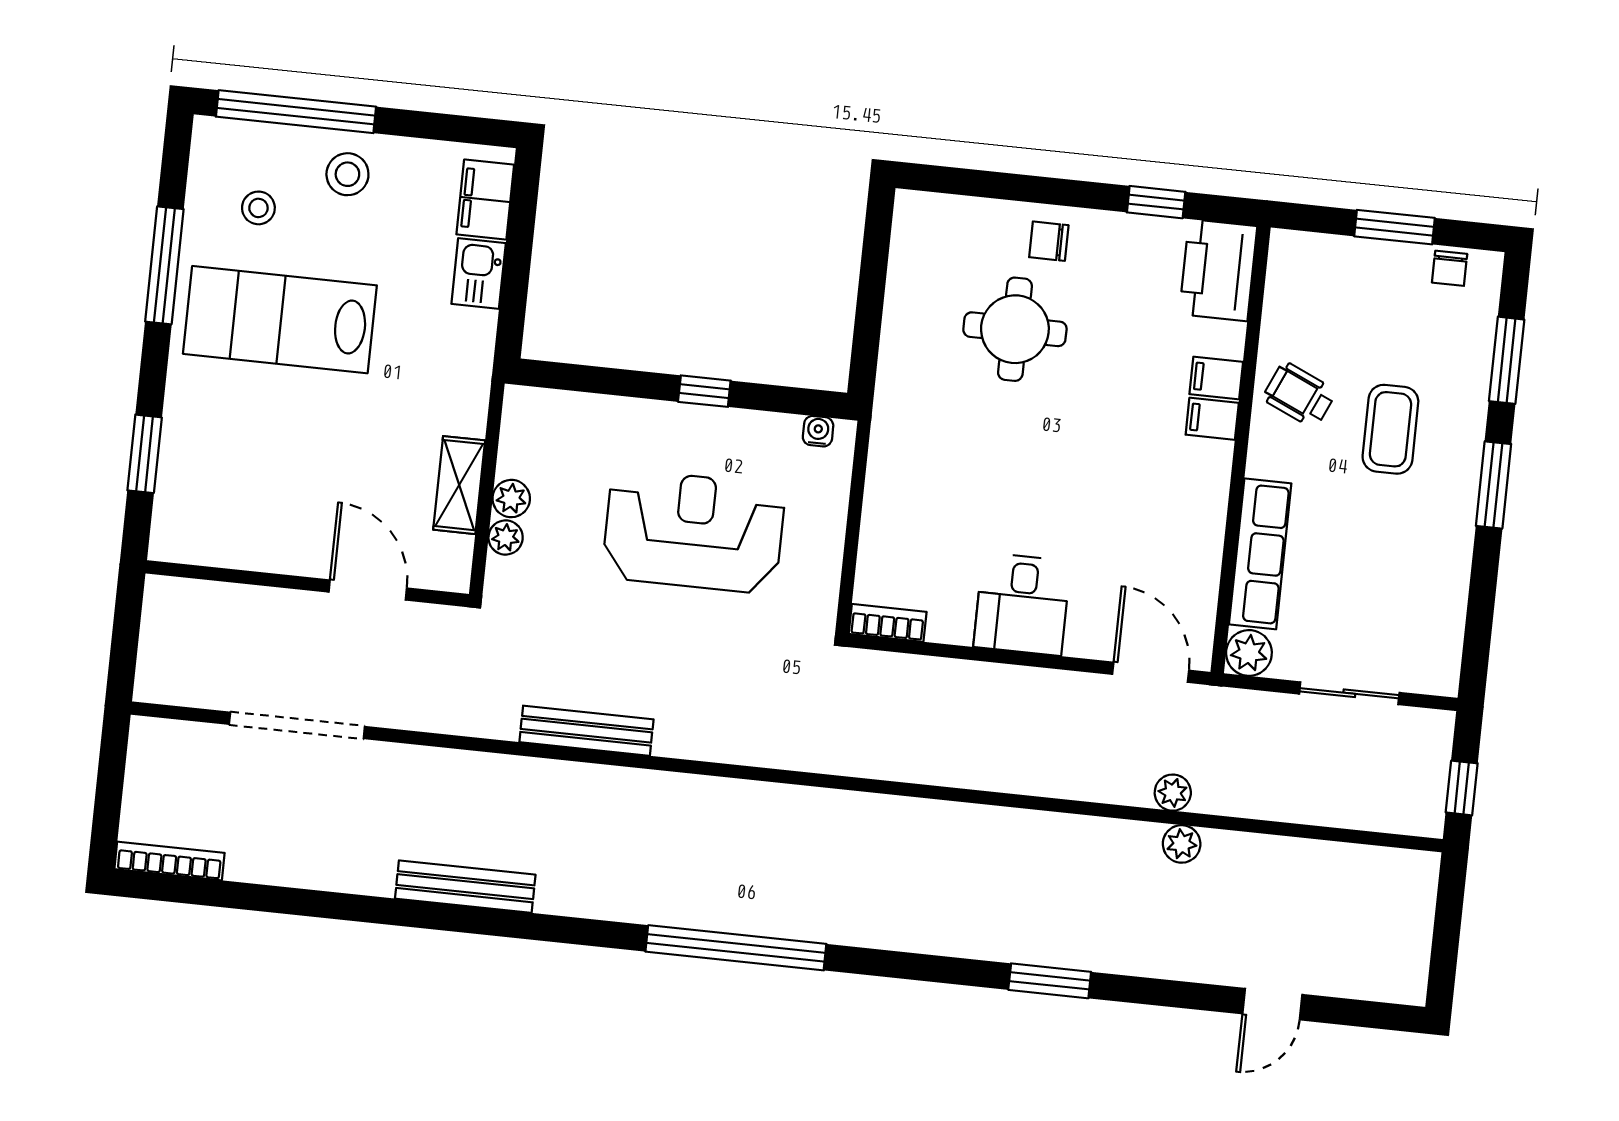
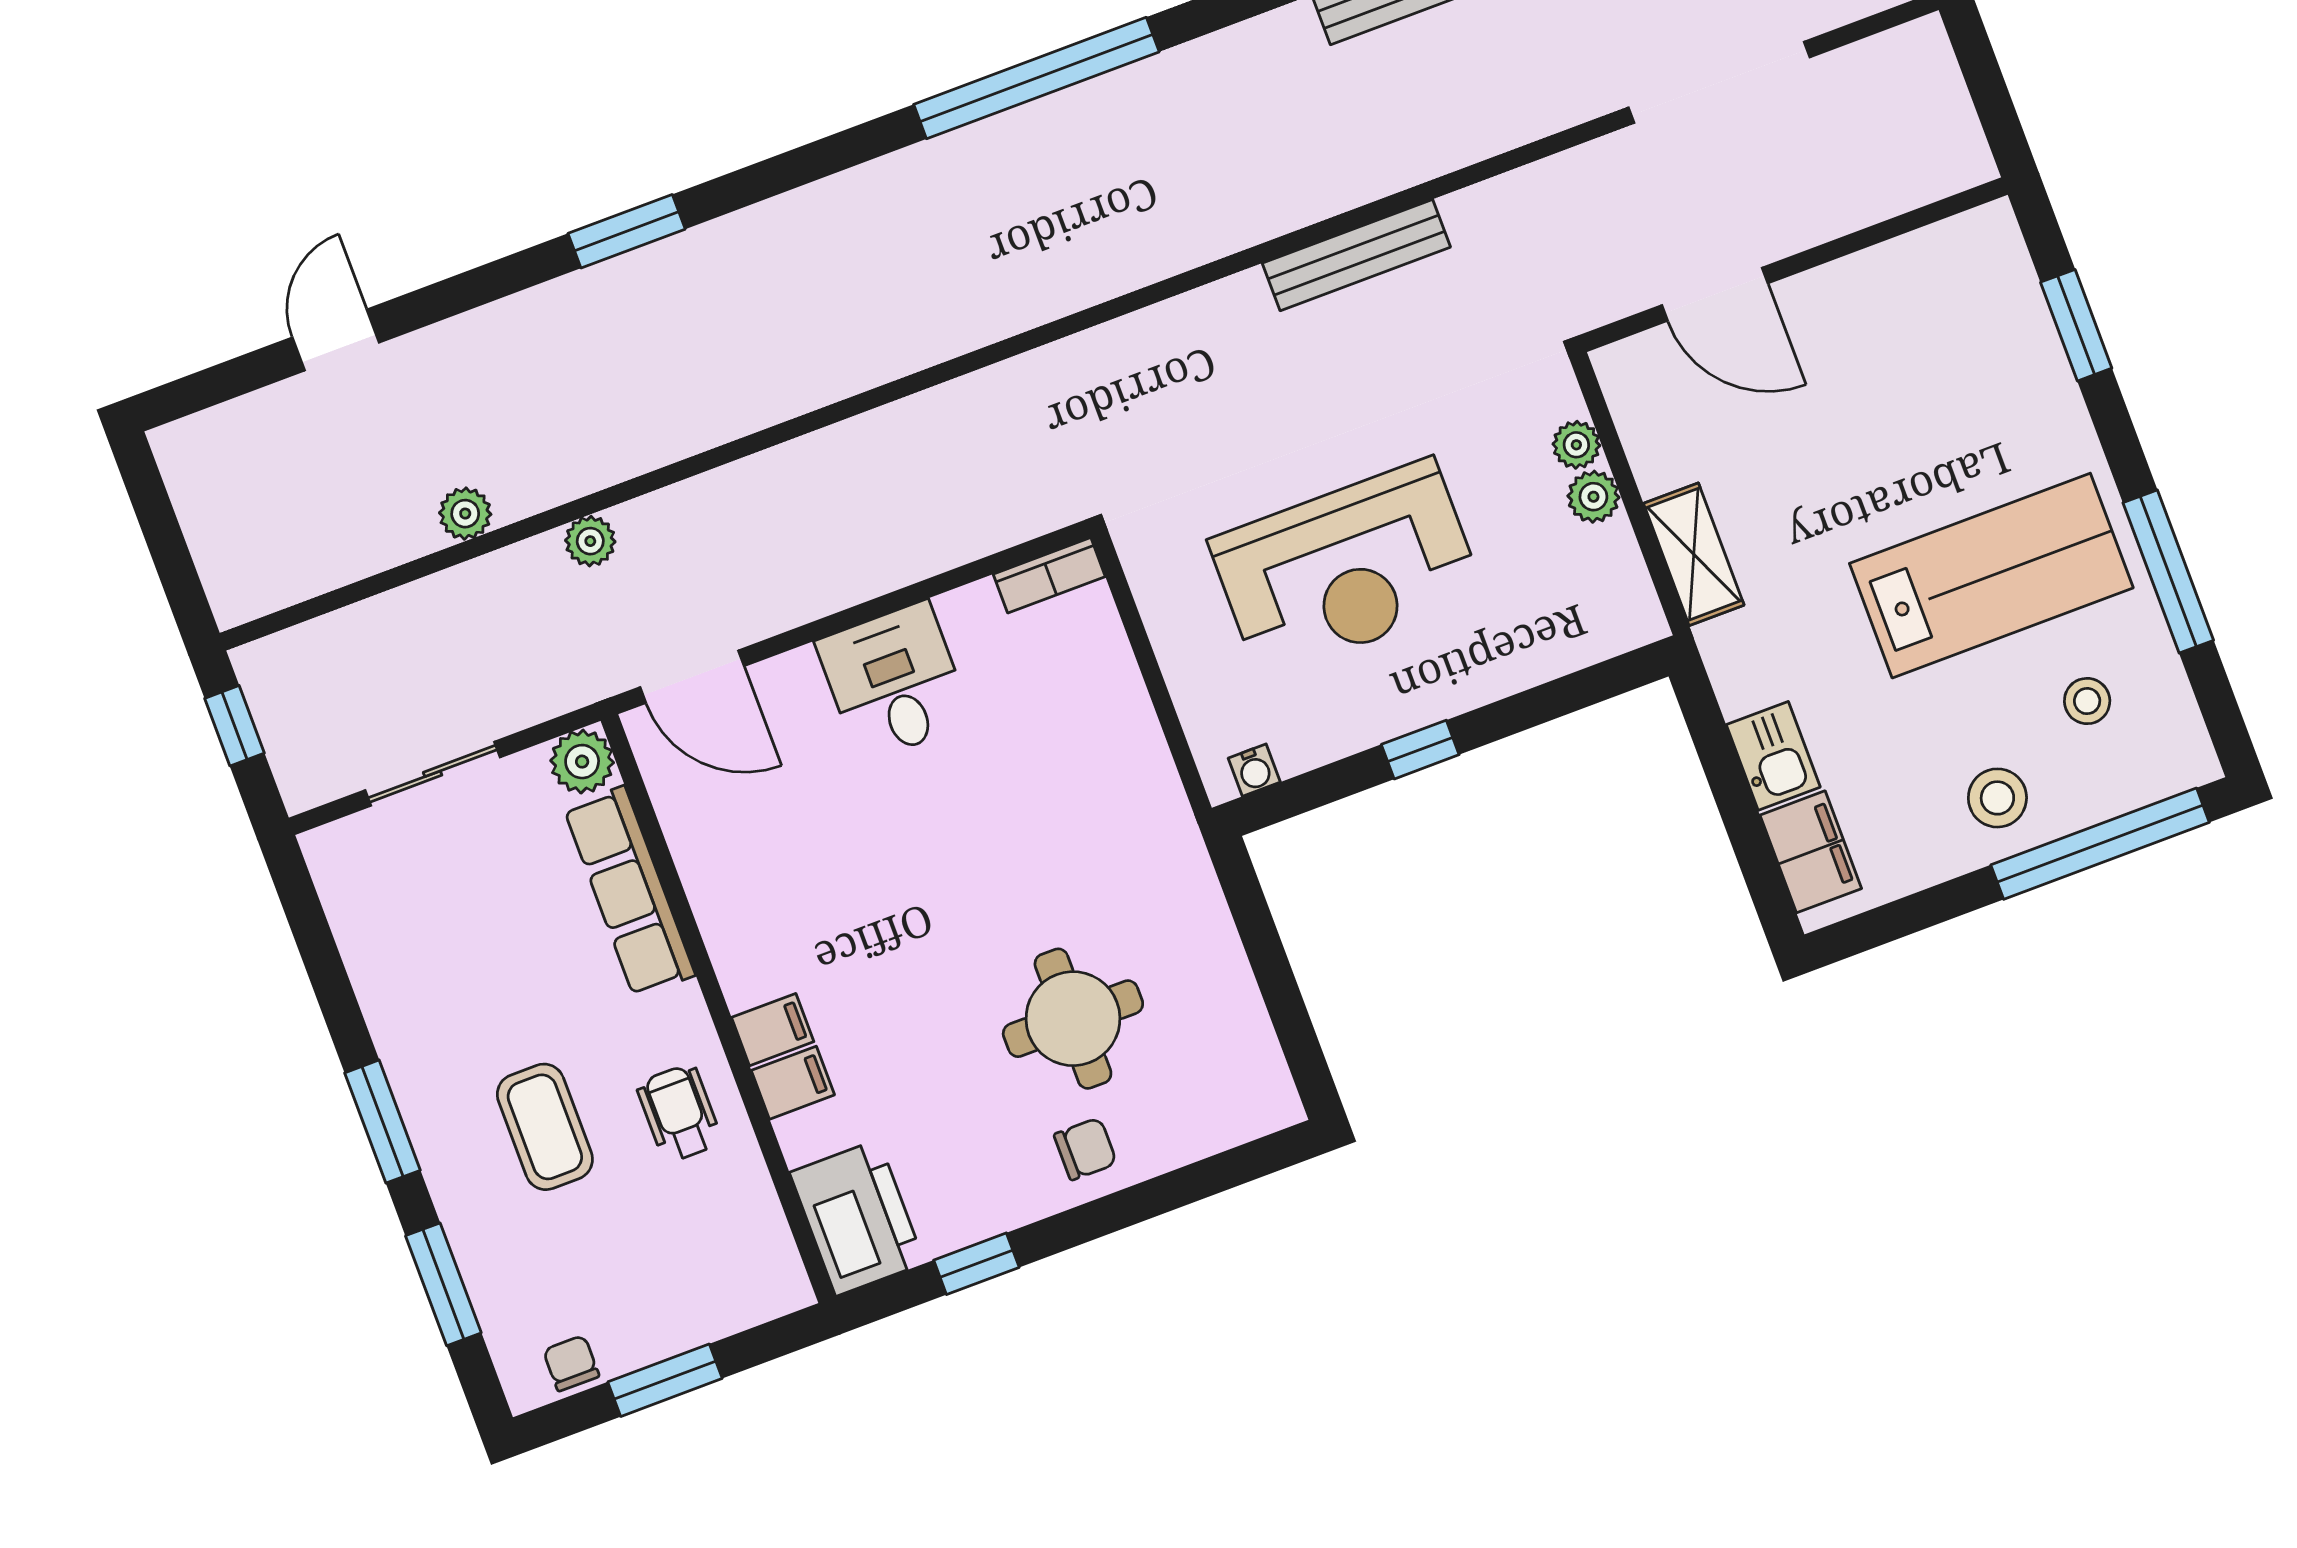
wheelchair: (1299, 395) -> (679, 1113), turned -114
shelving: (459, 485) -> (1694, 554), moved
plant: (1182, 844) -> (465, 514), moved

